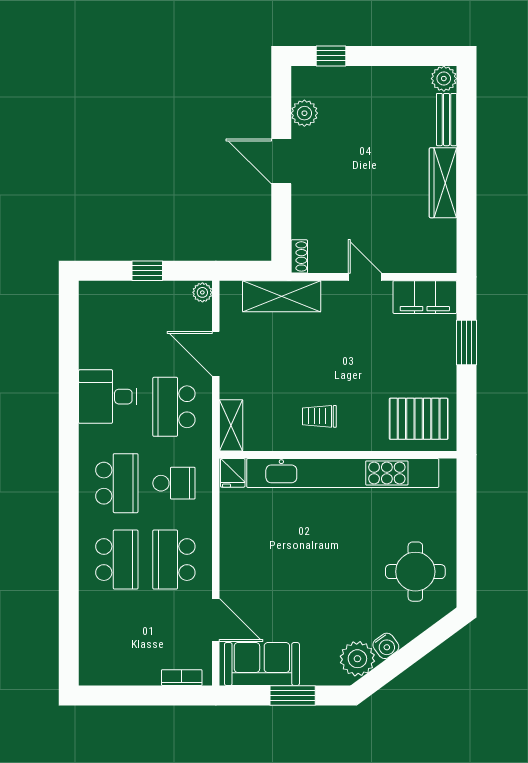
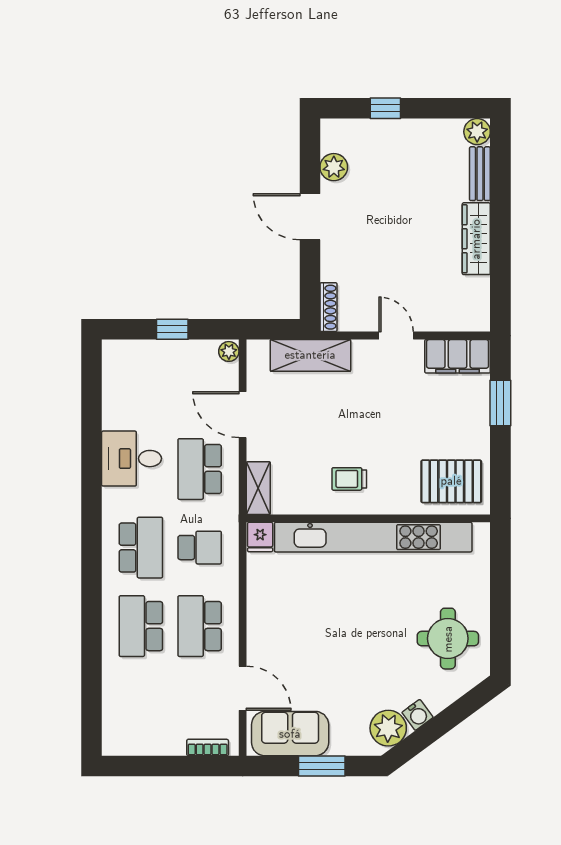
window: (331, 56) -> (385, 108), moved
shoe rack: (299, 256) -> (328, 307), width x1.43
school desk: (117, 560) -> (141, 626), turned 180

